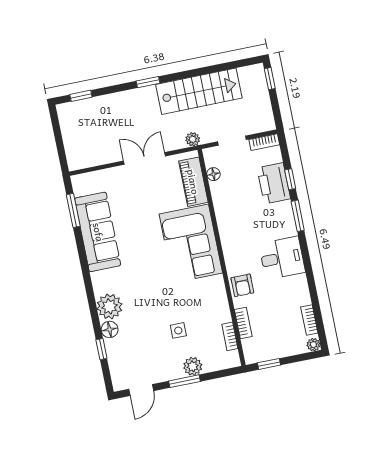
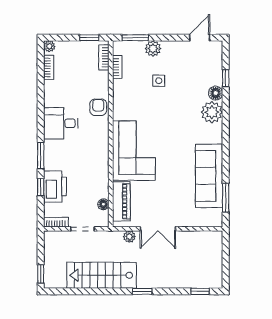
plant: (193, 139) -> (129, 237), moved
bookcase: (243, 323) -> (104, 57), moved
window: (185, 381) -> (135, 38), moved

